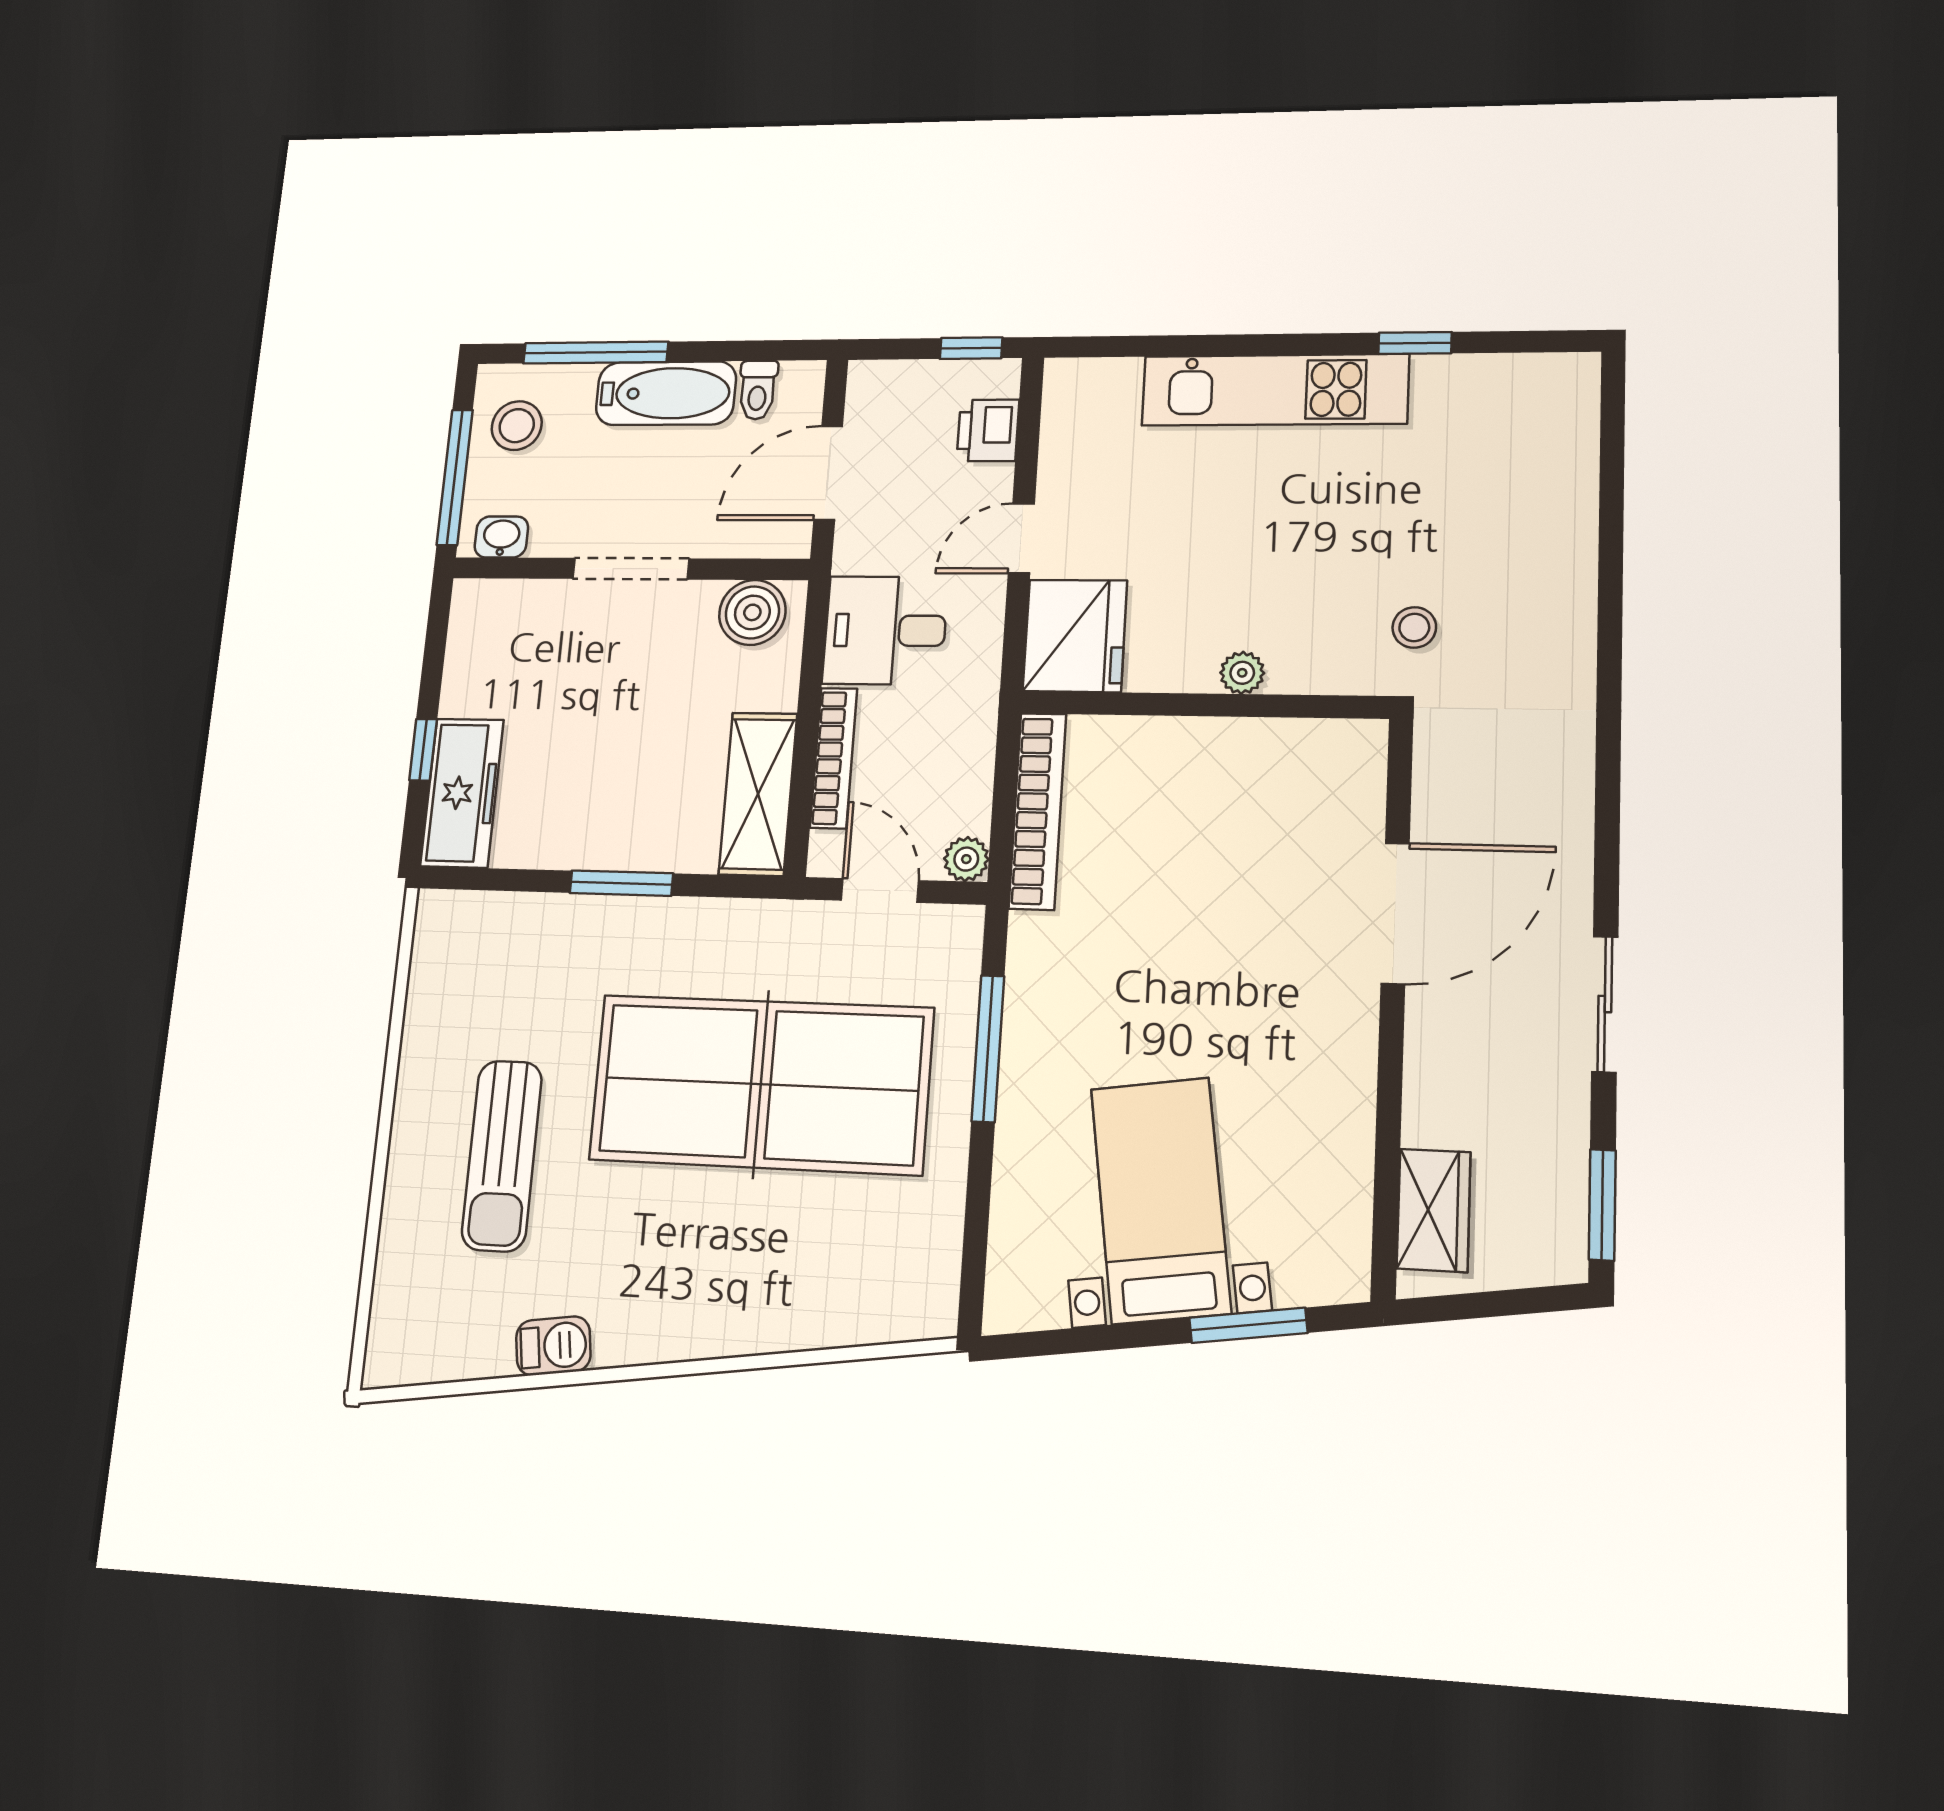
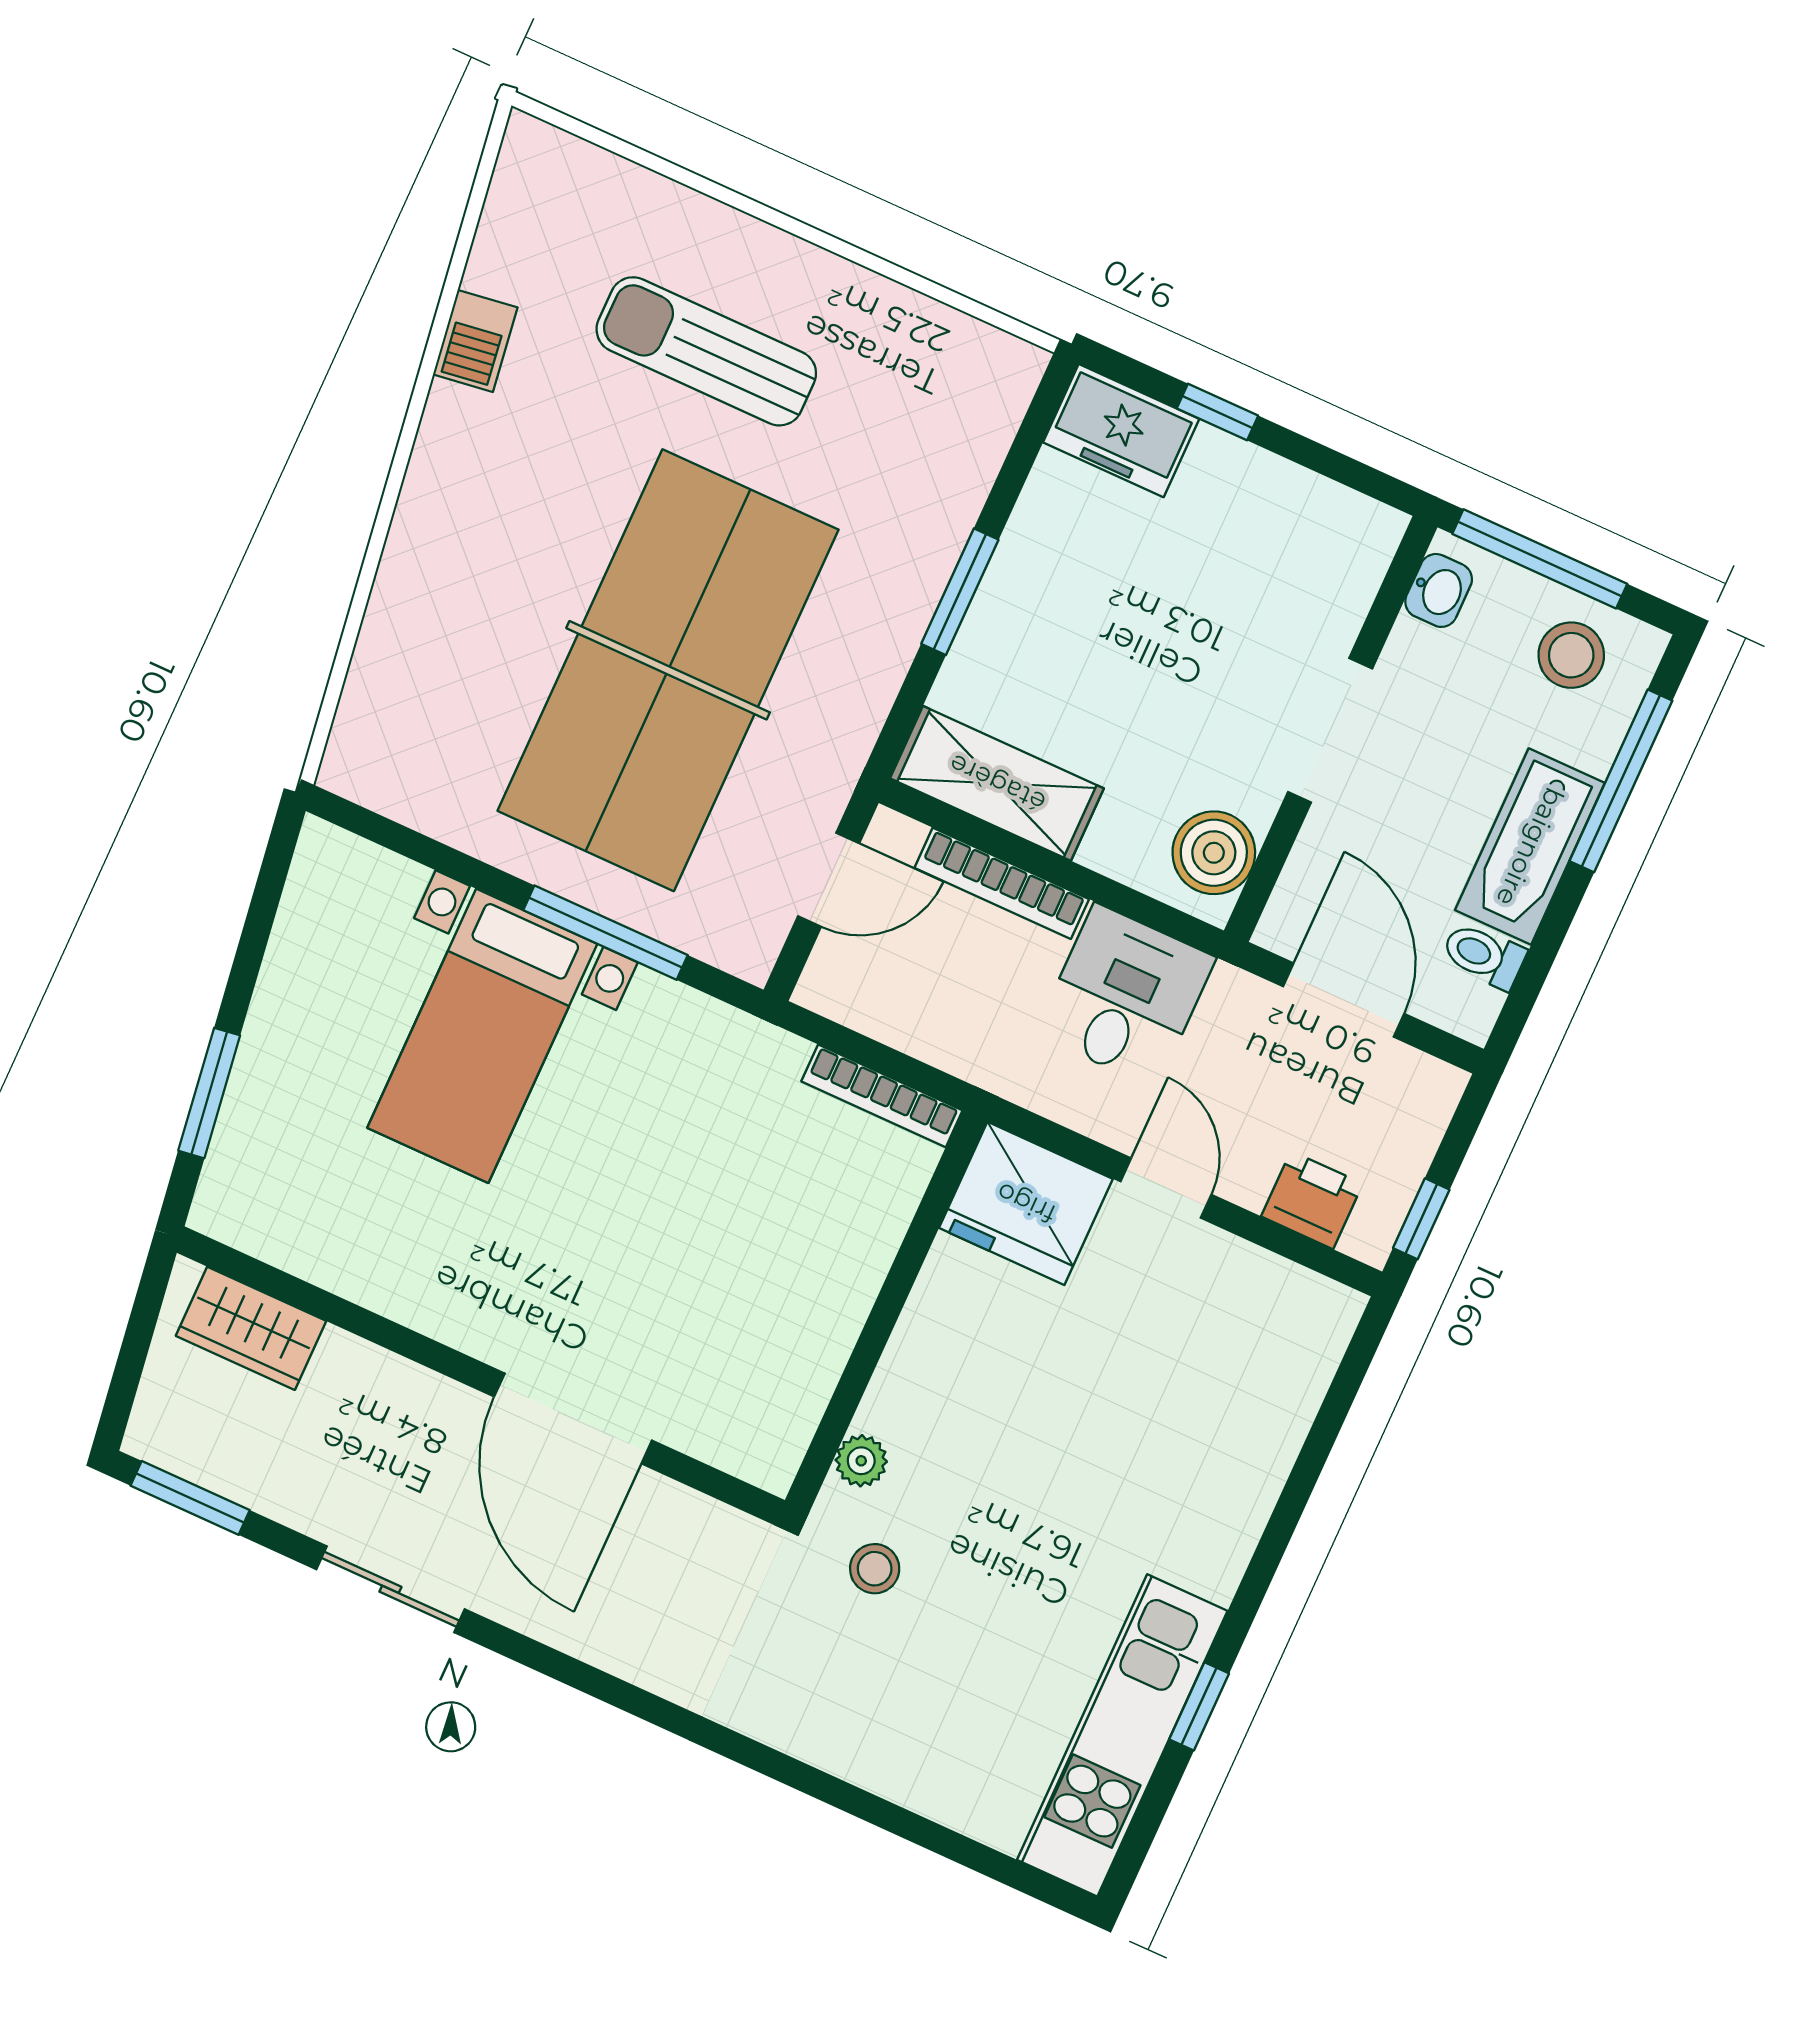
kitchen unit: (1275, 390) -> (1122, 1735), moved
plant: (1242, 673) -> (861, 1461), moved
freezer: (462, 793) -> (1121, 431), width x0.71
bookcase: (1038, 811) -> (882, 1096), width x0.68, depth x0.76
plant: (966, 859) -> (824, 988), removed
bed with nightstands: (1161, 1200) -> (482, 1036), moved, turned 98

